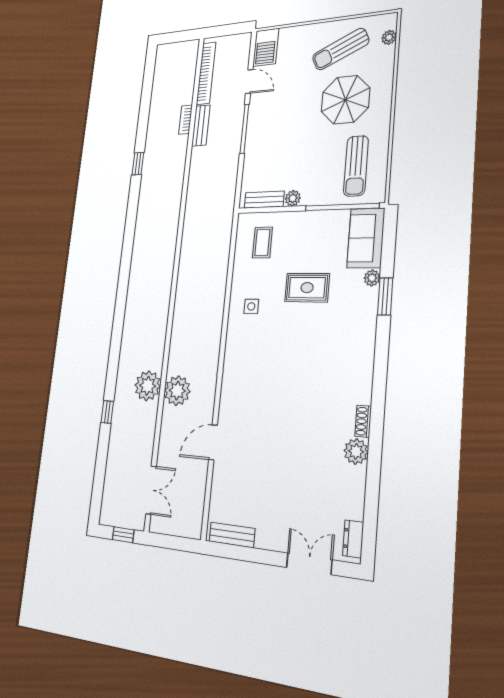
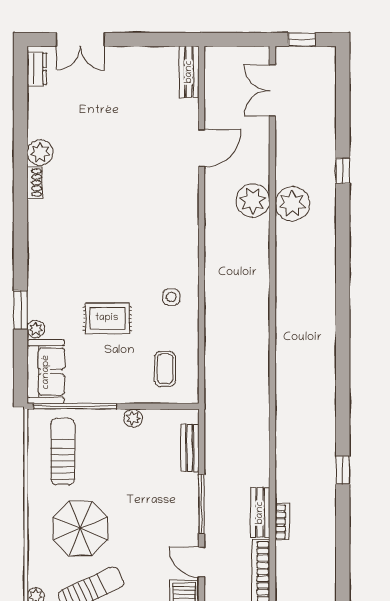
bench: (264, 200) -> (190, 448), moved, turned 90
bench: (232, 535) -> (189, 72), moved, turned 90

